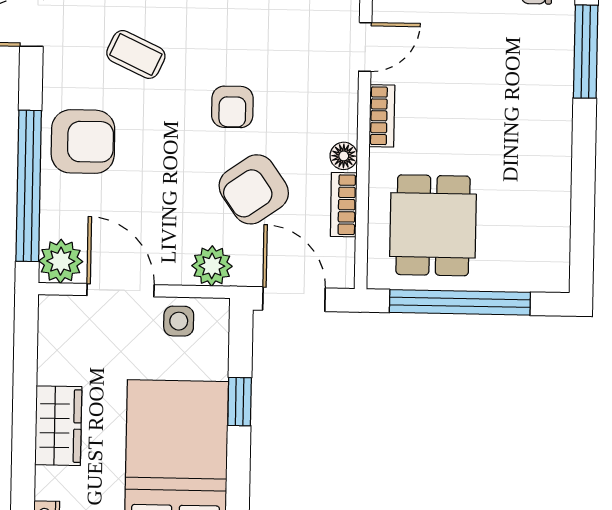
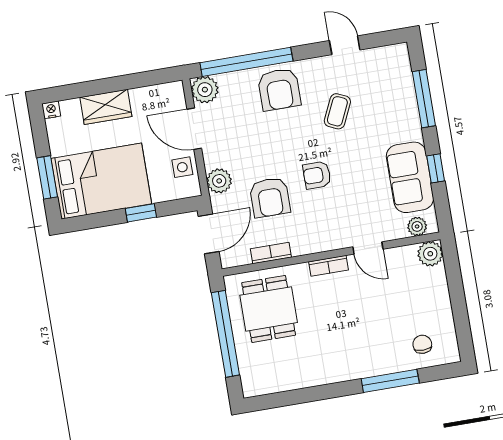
floor lamp: (344, 156) -> (300, 247), removed
armchair: (254, 189) -> (270, 197), turned -145
dining table: (433, 225) -> (269, 309), turned 90
door: (120, 290) -> (194, 129), swing flipped

